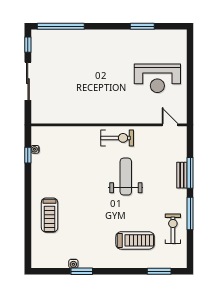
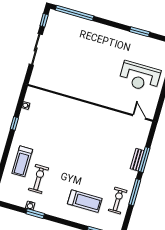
exercise bike: (117, 138) -> (39, 179), moved, turned -90
window: (28, 155) -> (14, 123), moved
weight bench: (126, 177) -> (92, 148), removed

